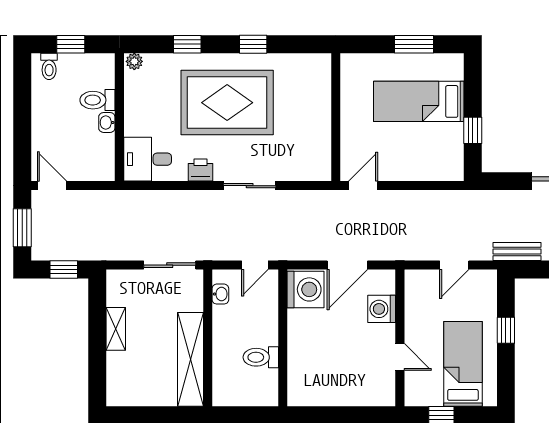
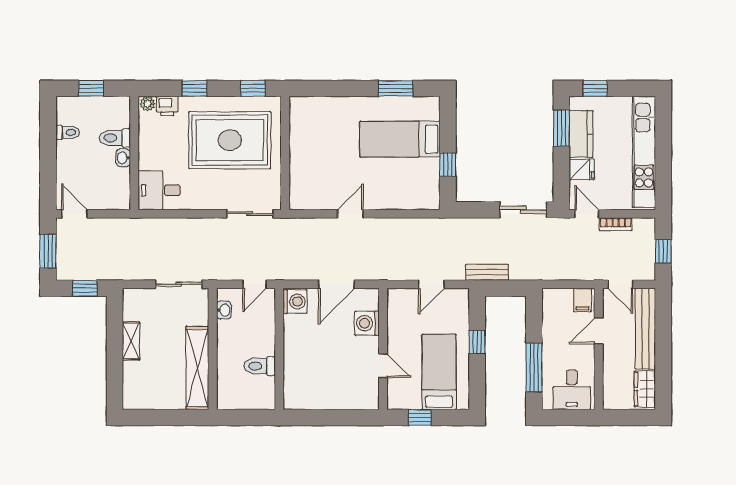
toilet: (49, 66) -> (68, 132), moved, turned -90
wall: (336, 117) -> (285, 153), moved
printer: (200, 170) -> (167, 106), moved, turned 180
washing machine: (306, 289) -> (295, 302), width x0.73, depth x0.73

